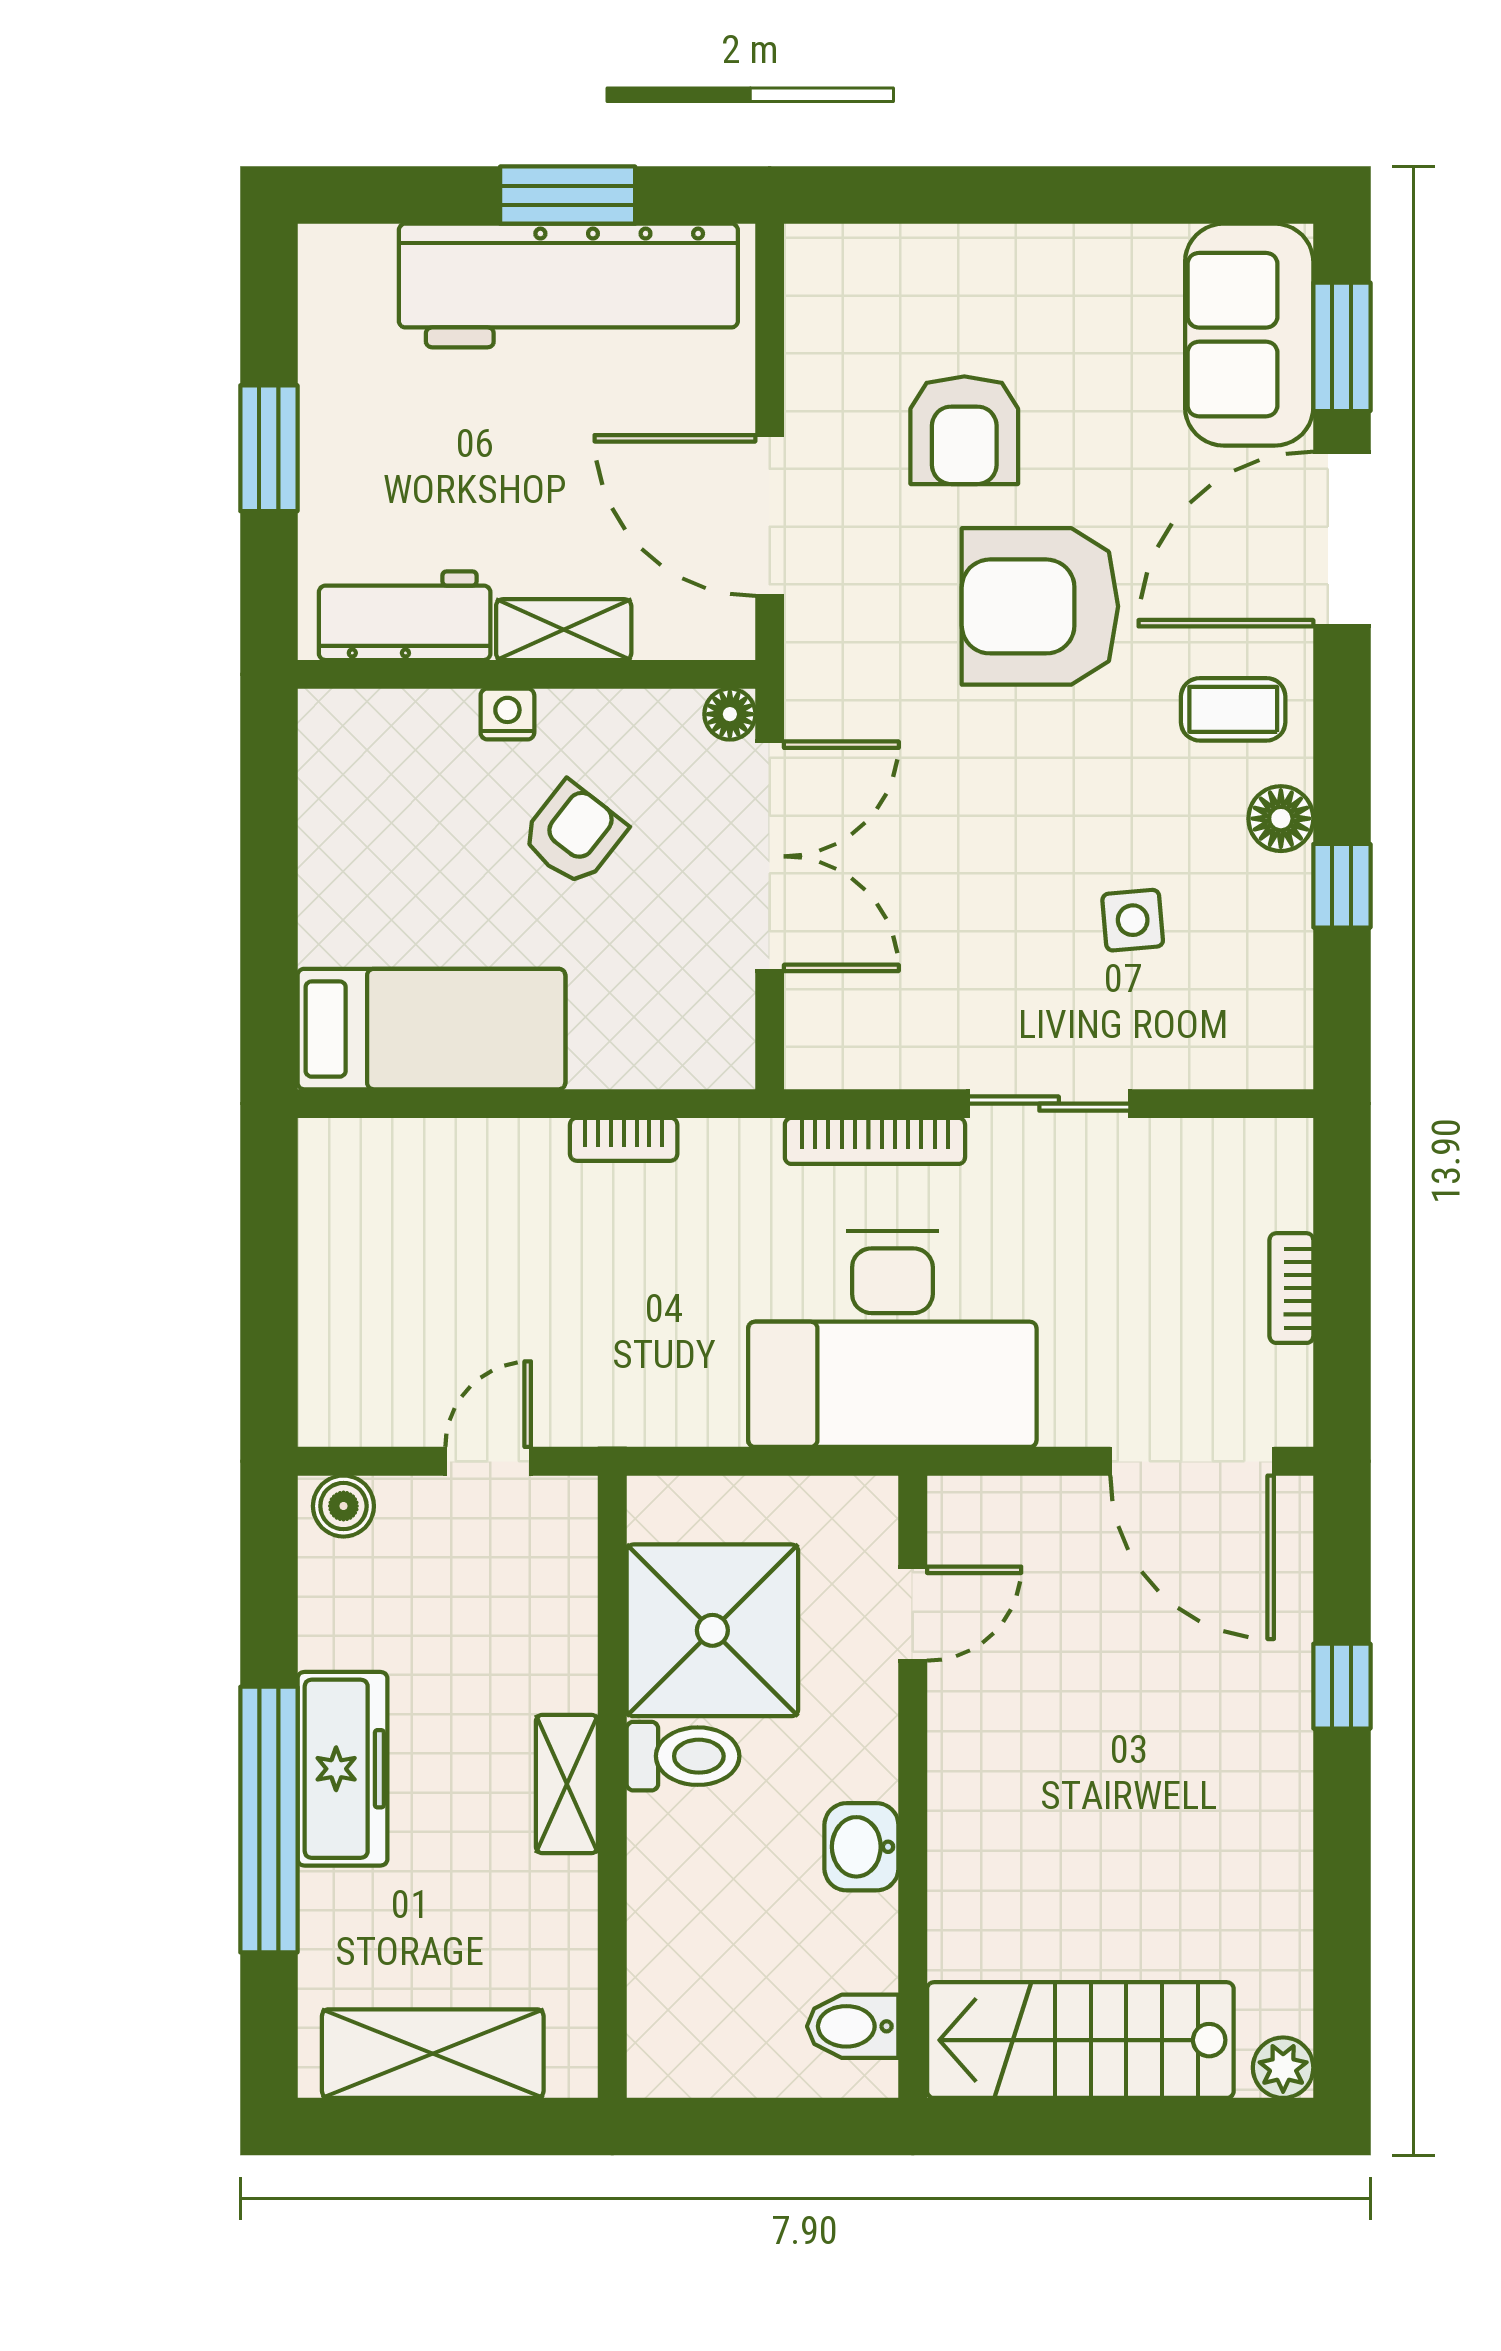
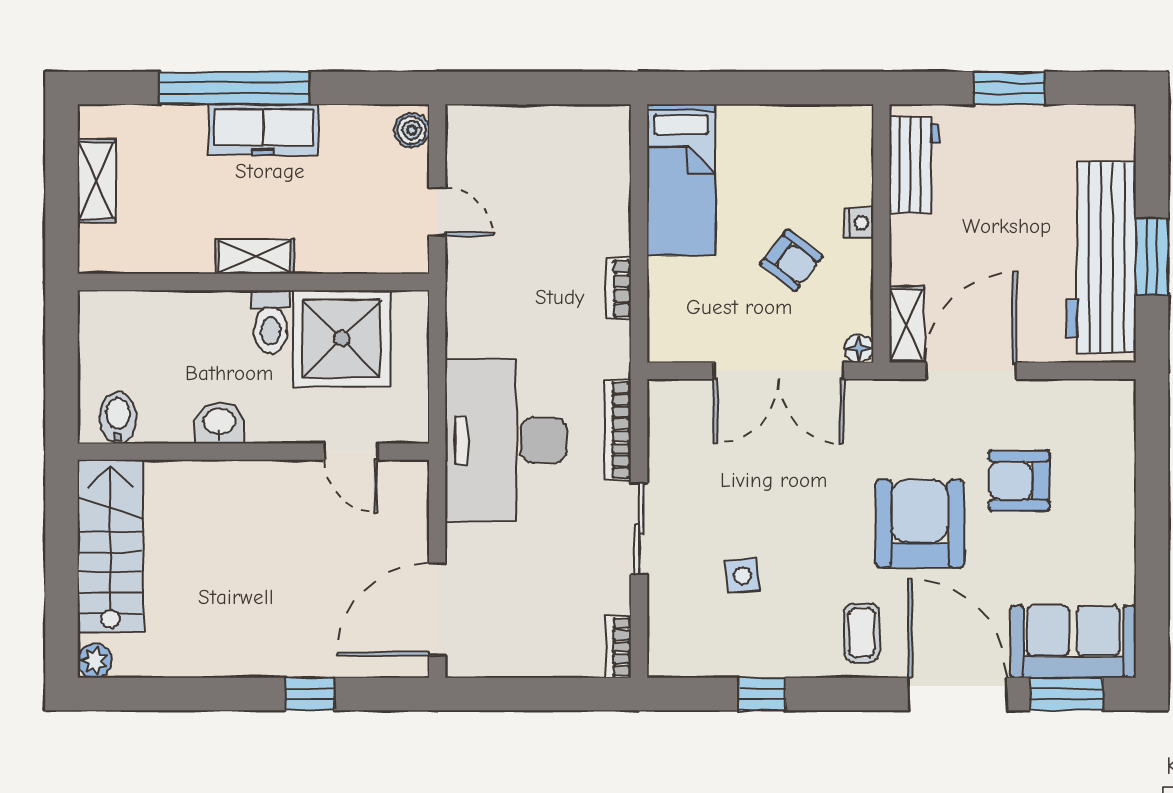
shelving: (564, 630) -> (907, 325), moved
floor lamp: (1281, 819) -> (800, 659), removed
bookcase: (1291, 1288) -> (619, 647), moved, turned -90
shelving: (433, 2054) -> (96, 181), width x0.67, depth x0.75

